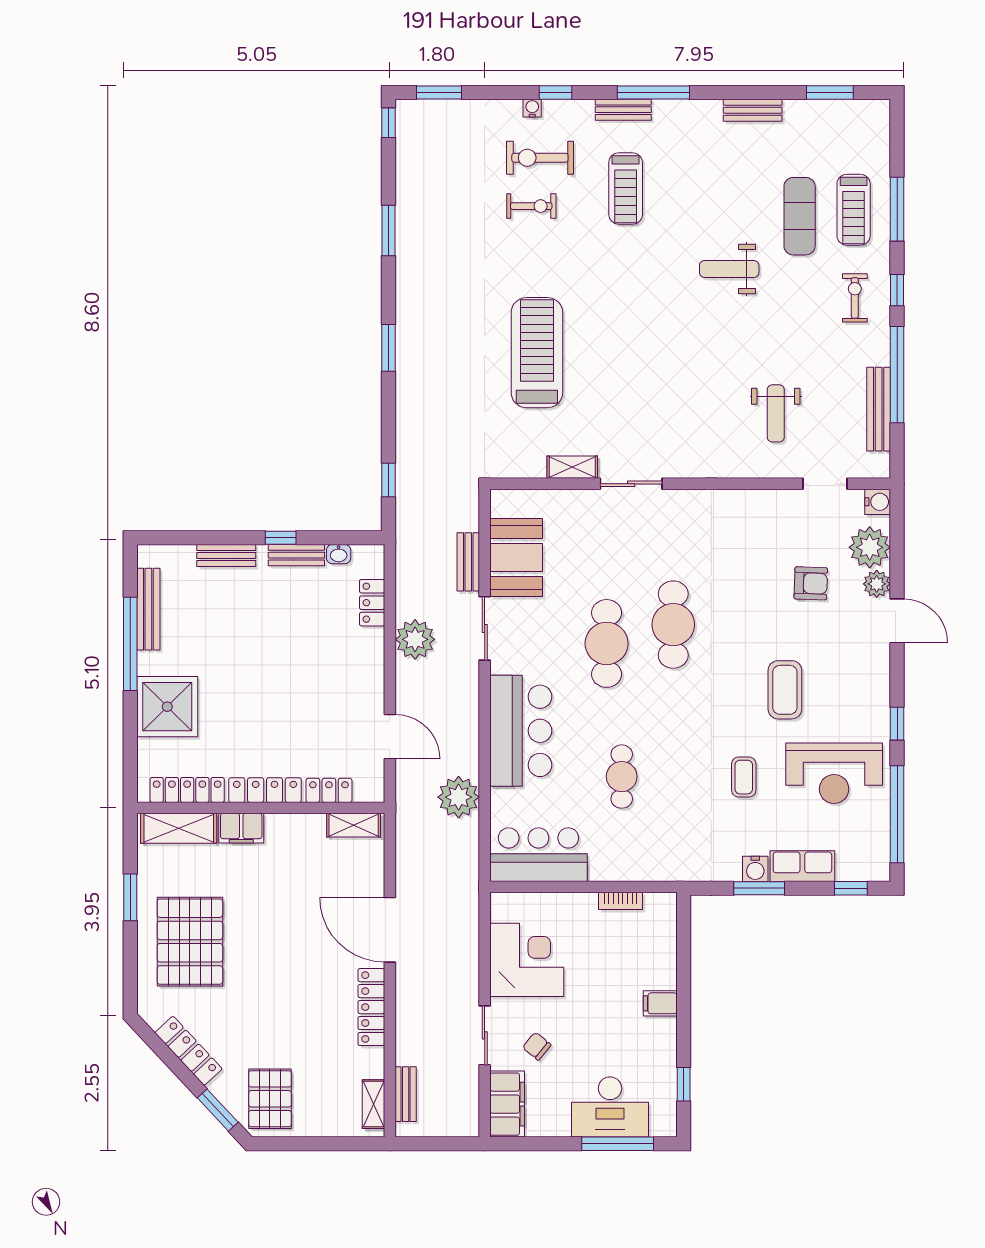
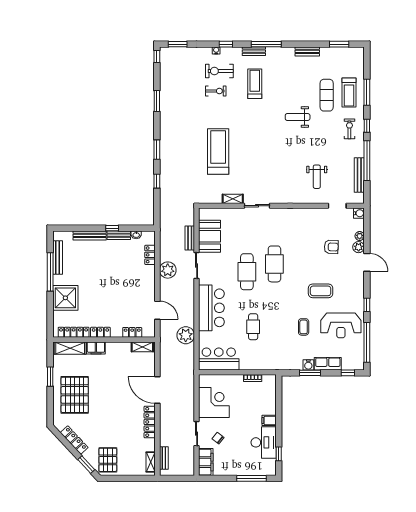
treadmill: (626, 188) -> (255, 84), turned 180
window: (389, 480) -> (157, 181), moved
plant: (870, 547) -> (360, 236), width x0.53, depth x0.53
bench: (226, 556) -> (90, 235), width x1.36
coffee table: (785, 690) -> (321, 291), turned 90
locker: (265, 790) -> (100, 332), width x0.66
desk: (610, 1107) -> (264, 442), moved, turned -90

